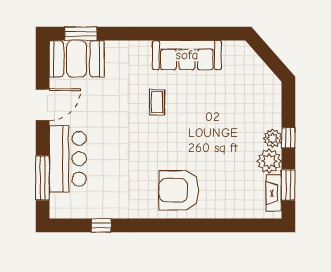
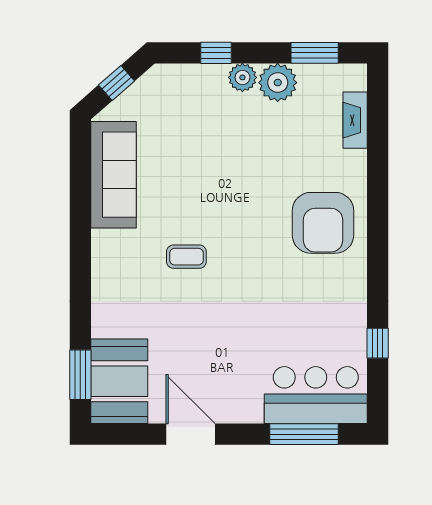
sofa: (187, 55) -> (113, 175), moved
window: (269, 57) -> (117, 83), added
window: (288, 138) -> (216, 53), moved
bar counter: (68, 159) -> (316, 395), moved
fireplace: (274, 193) -> (355, 120), moved, turned 90

